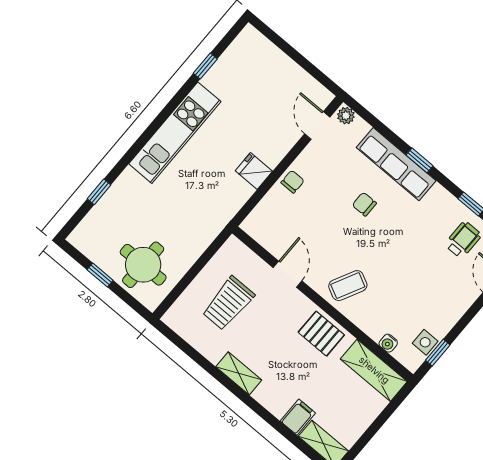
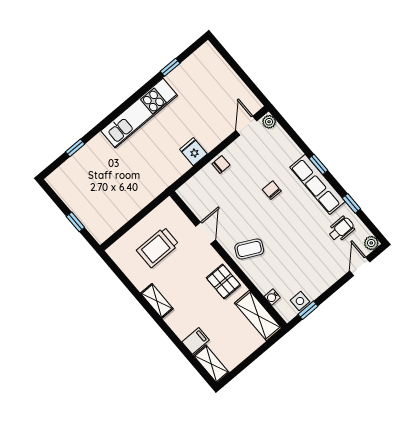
row of seats: (396, 164) -> (317, 184), moved
round table: (143, 265) -> (99, 208), removed
window: (100, 275) -> (75, 222), moved

